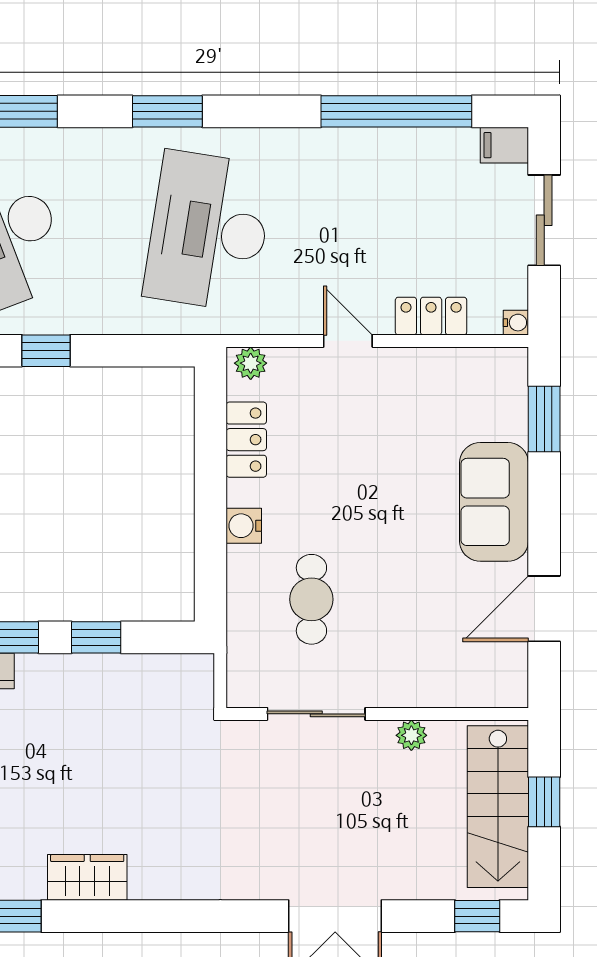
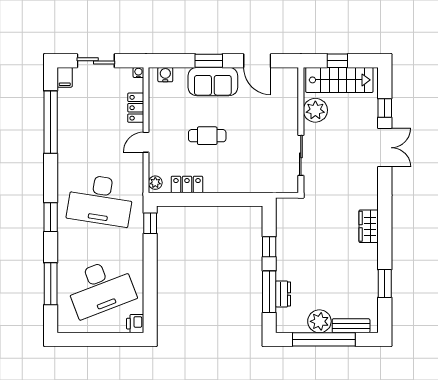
window: (46, 351) -> (150, 223), moved
window: (544, 419) -> (209, 61), moved
water cooler: (244, 526) -> (165, 75), moved, turned 180
cafe table: (311, 599) -> (207, 136), moved
plant: (411, 735) -> (315, 110), width x1.88, depth x1.88
wardrobe: (87, 877) -> (369, 226), moved
window: (477, 916) -> (385, 108), moved

